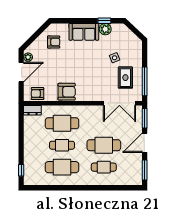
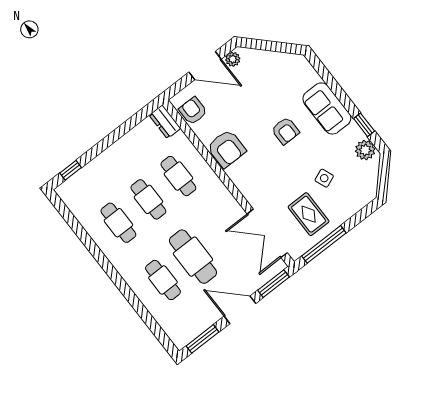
plant: (105, 29) -> (365, 150), moved
armchair: (54, 42) -> (285, 131), moved
rug: (125, 78) -> (309, 214), turned 90
cafe table: (62, 123) -> (178, 176), width x0.73, depth x0.74
cafe table: (62, 167) -> (118, 223), width x0.73, depth x0.74

